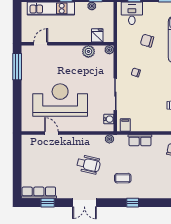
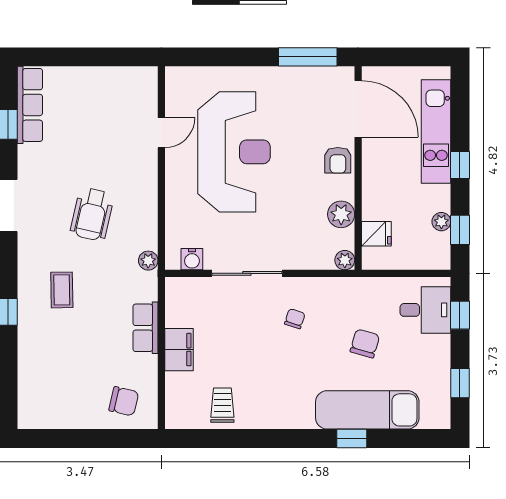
door: (41, 44) -> (358, 109), width x1.88
armchair: (64, 53) -> (338, 160), added
filing cabinet: (125, 125) -> (179, 350), moved, width x2.00

